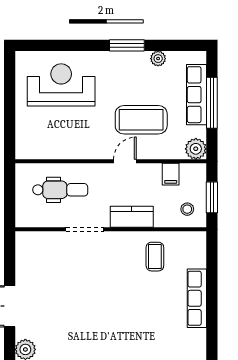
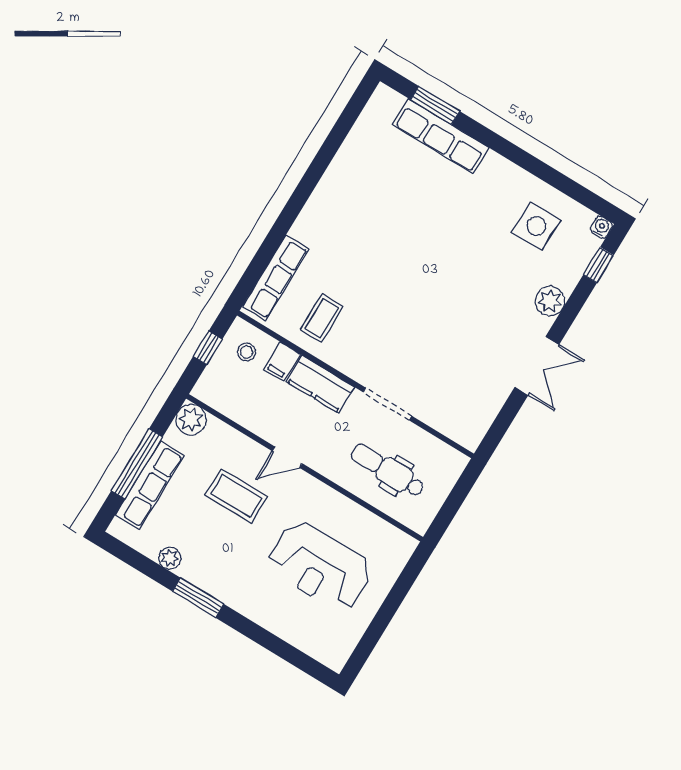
reception desk: (61, 85) -> (320, 567), moved
coffee table: (141, 120) -> (236, 496), width x0.73, depth x0.76
filing cabinet: (171, 174) -> (282, 361), moved, turned 180
window: (212, 197) -> (208, 348), width x0.67
row of seats: (197, 298) -> (276, 278), moved

